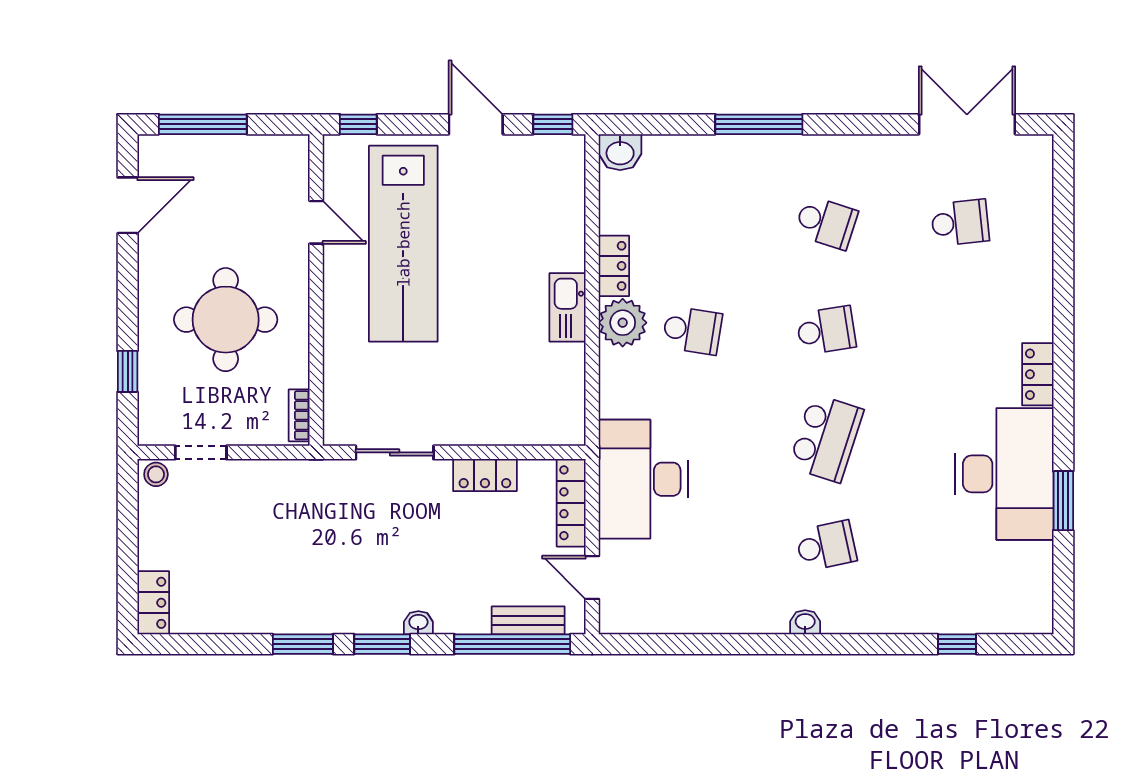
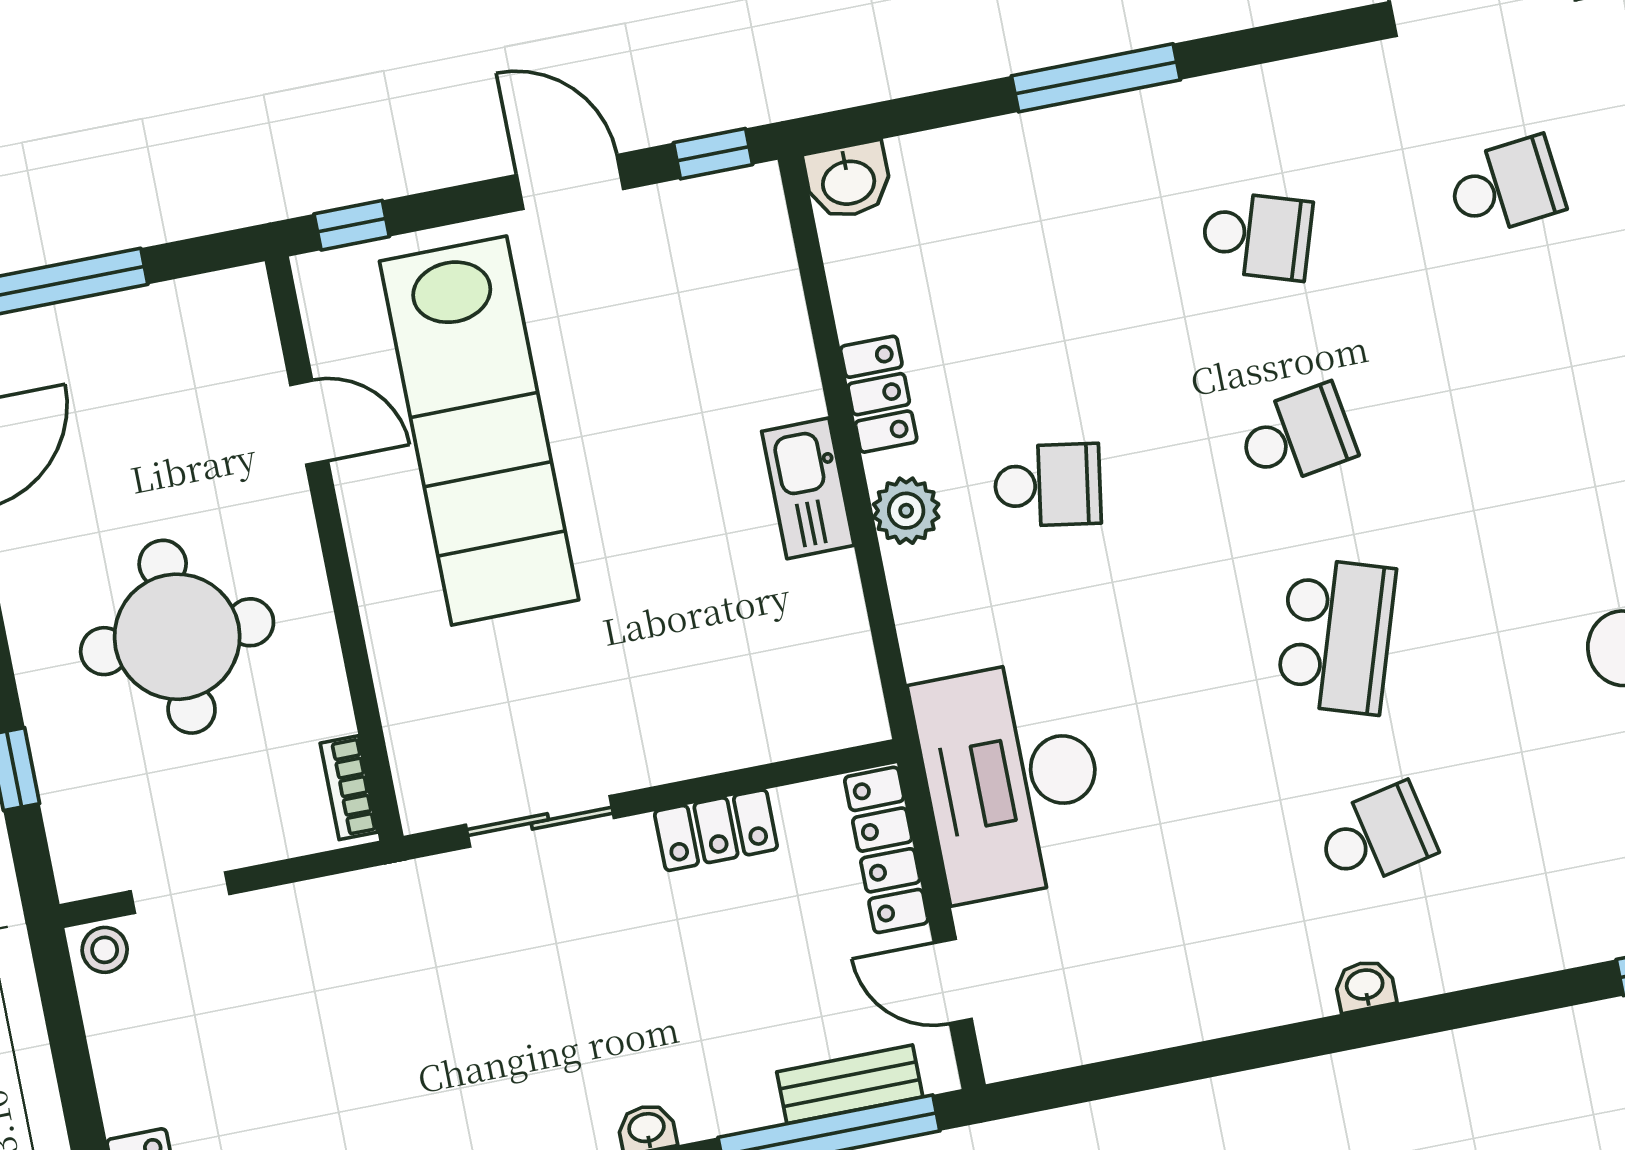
plant: (623, 323) -> (906, 511), width x0.73, depth x0.73

